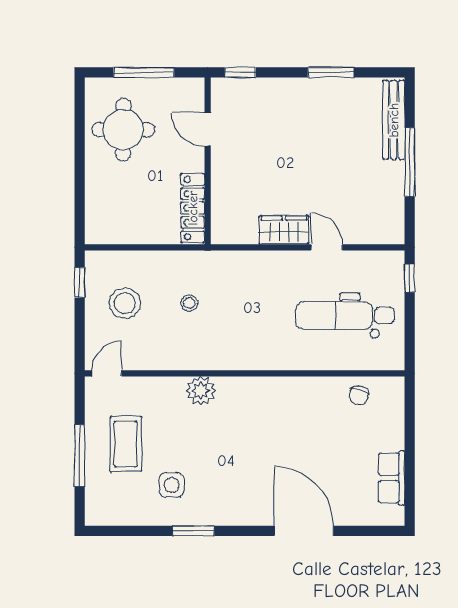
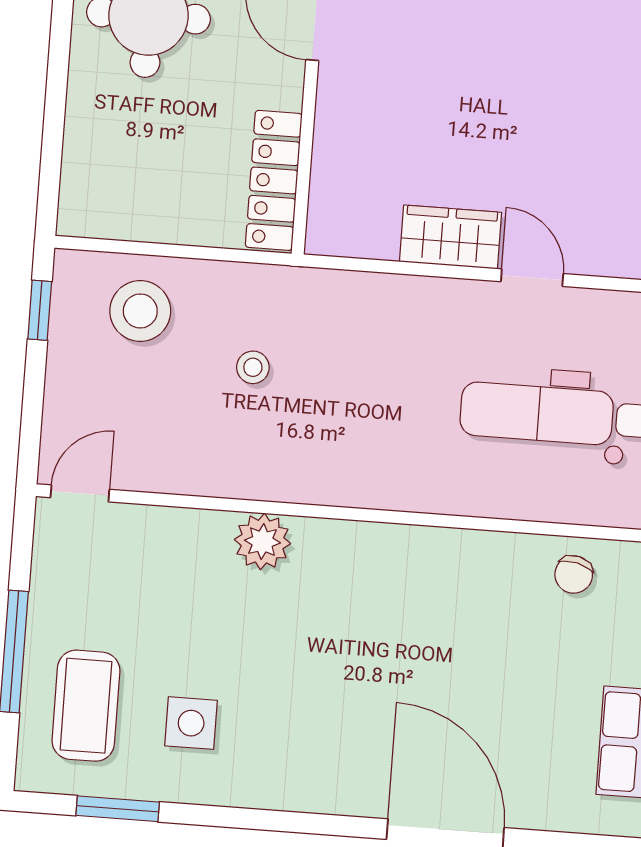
stool: (125, 303) -> (140, 311), moved
coffee table: (126, 444) -> (86, 706), moved
window: (193, 531) -> (118, 809), moved

